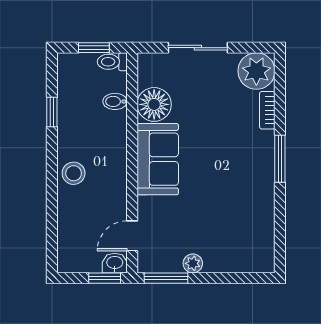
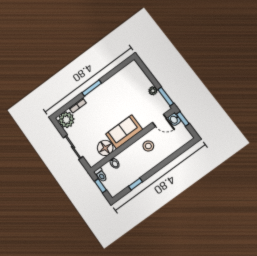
stool: (74, 173) -> (148, 146), moved

